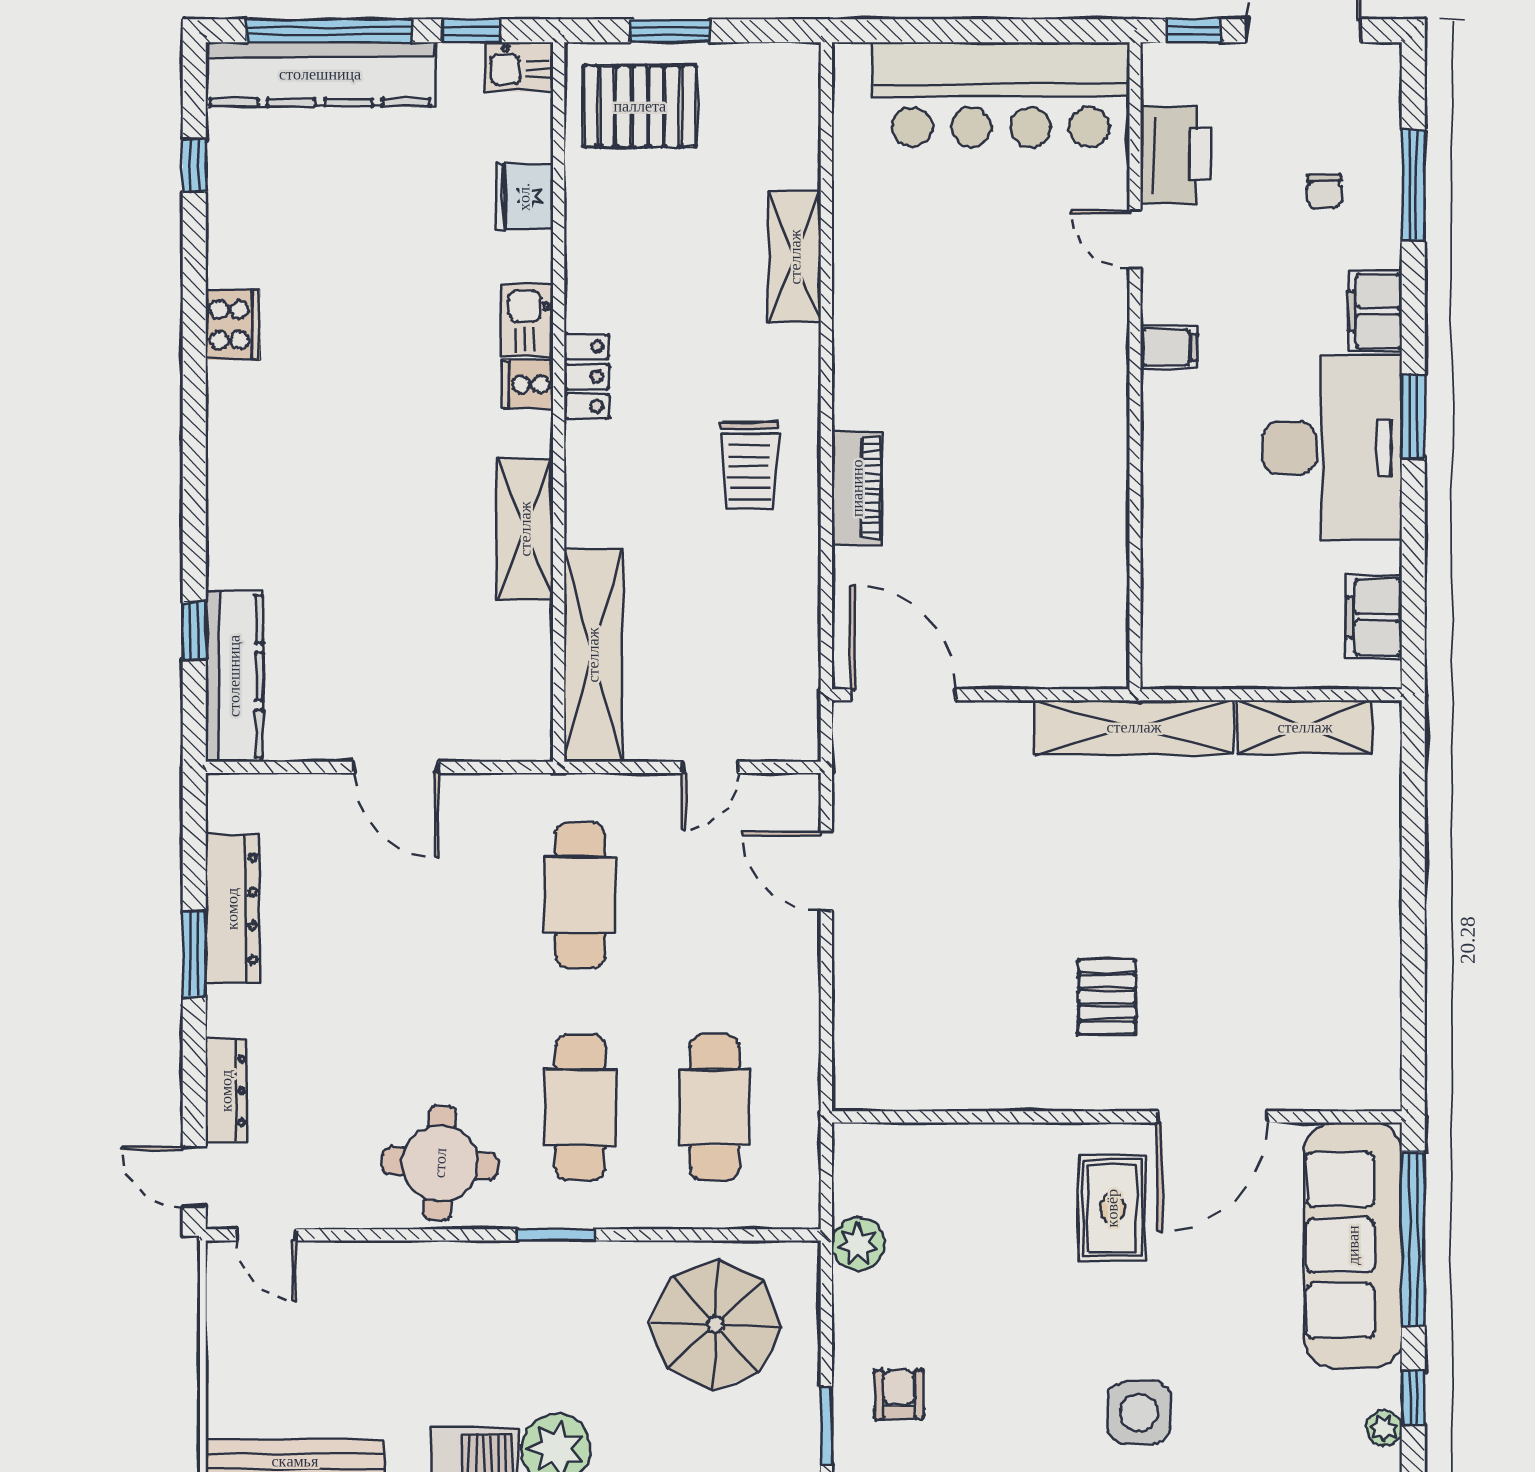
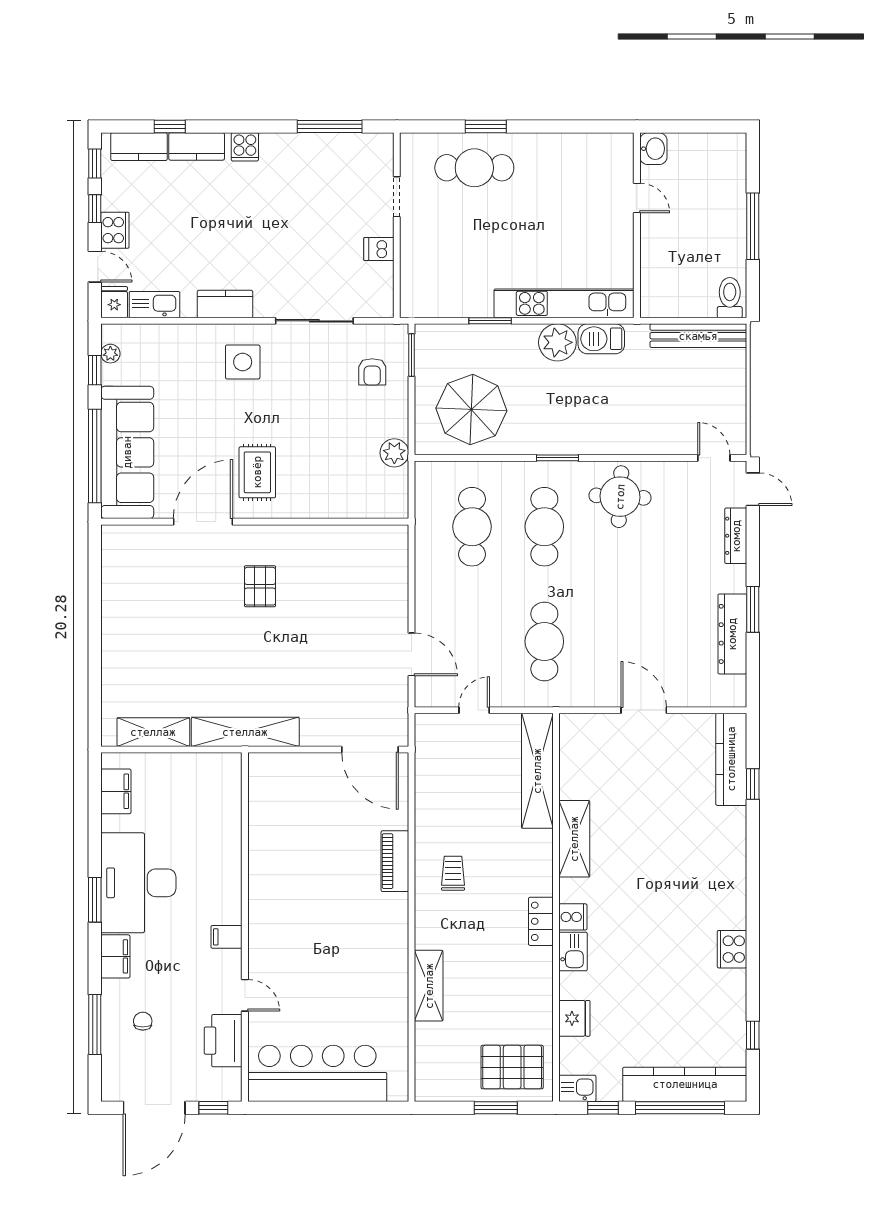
trolley: (749, 466) -> (453, 873), width x0.73, depth x0.72

